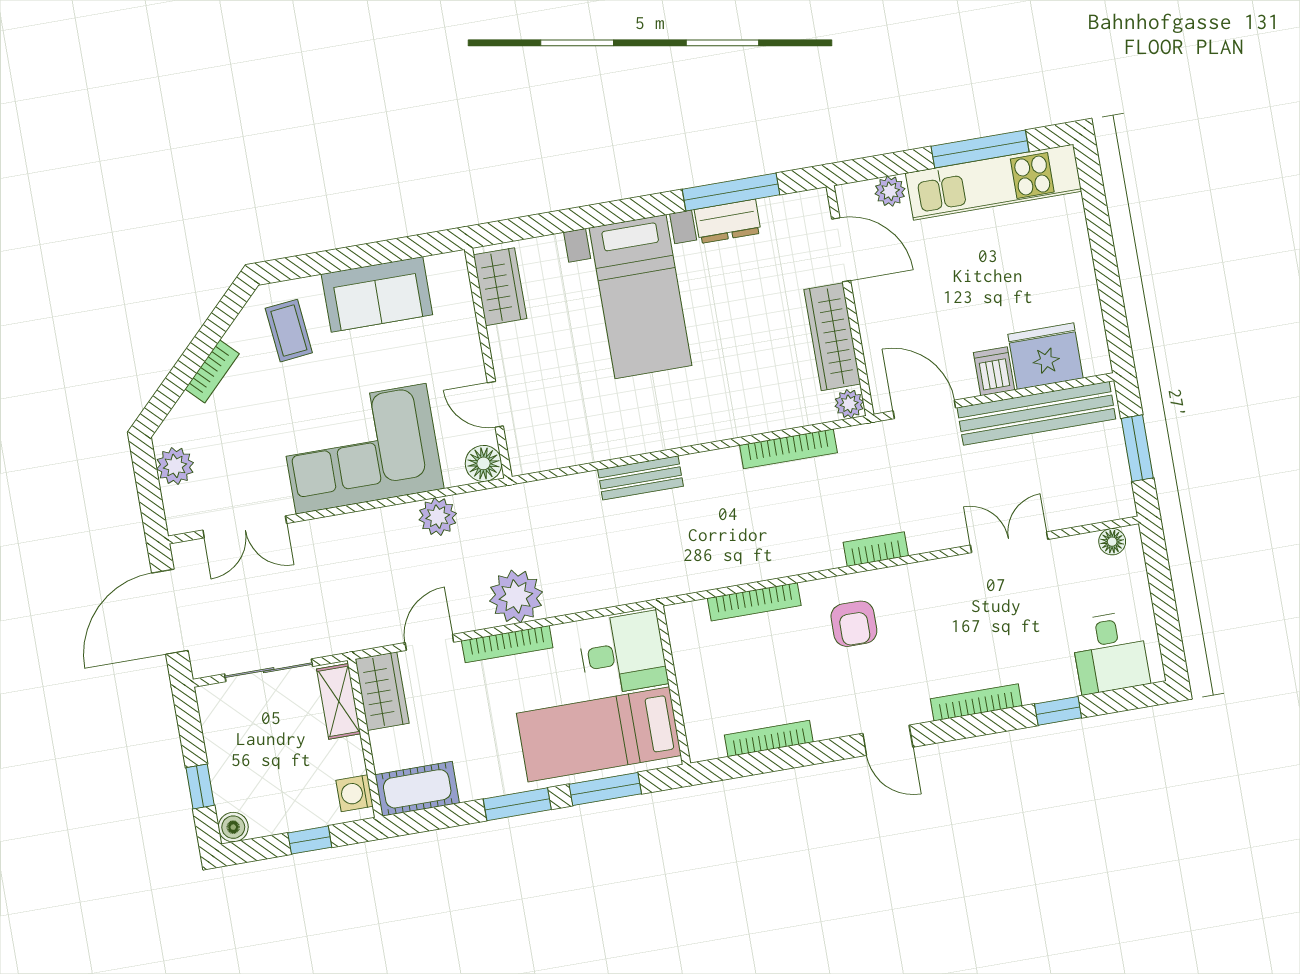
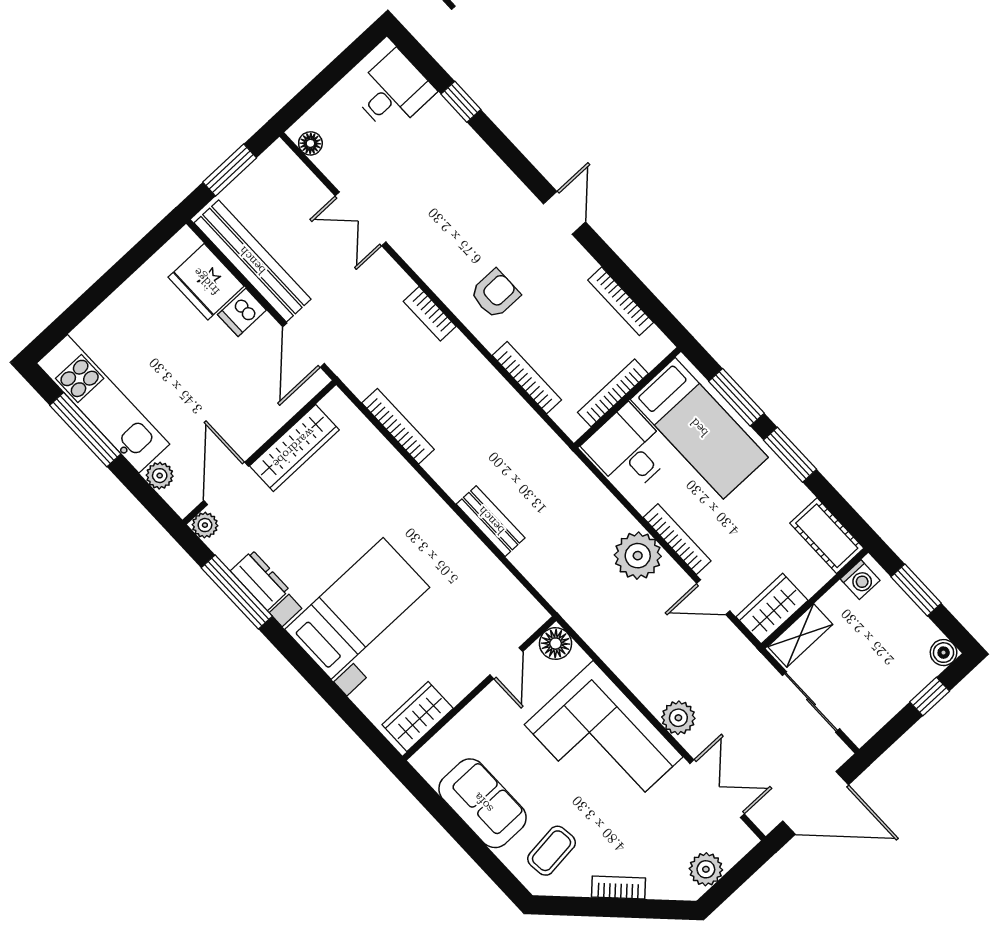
plant: (849, 404) -> (205, 525), moved
plant: (438, 517) -> (678, 718), moved
bookcase: (976, 702) -> (613, 393), moved, turned 90
window: (310, 840) -> (916, 590), width x1.50

